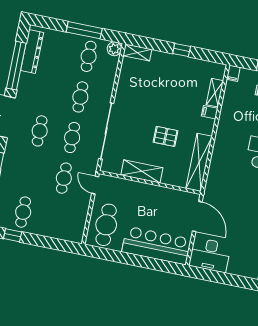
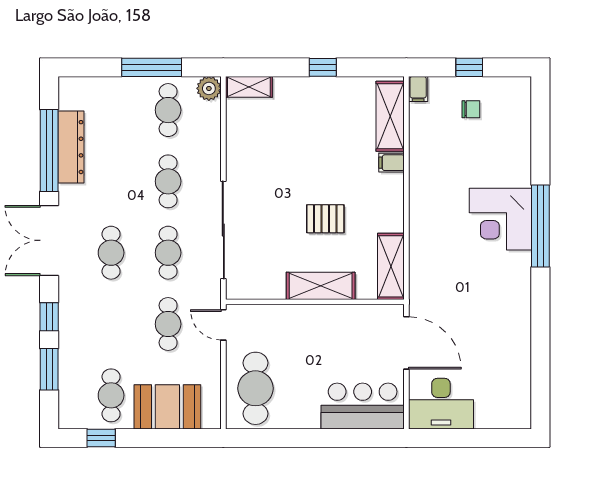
dresser: (32, 51) -> (71, 147), moved
shelving: (215, 93) -> (390, 116), width x1.50, depth x1.33
shelving: (199, 162) -> (391, 266), width x0.68
shelving: (142, 171) -> (321, 286), moved
booth: (54, 225) -> (167, 407), added
bar counter: (156, 246) -> (363, 406), width x0.73

